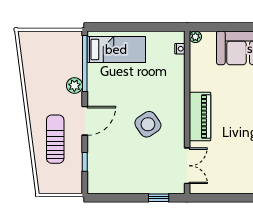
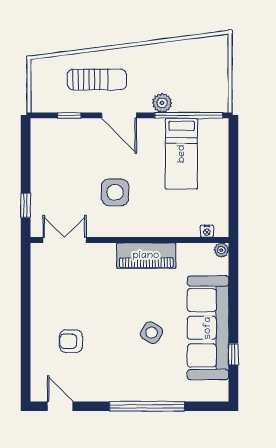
bed: (116, 49) -> (182, 154), moved
piano: (200, 116) -> (146, 256), moved
side table: (148, 124) -> (115, 192), turned 34
double door: (187, 166) -> (65, 240), swing flipped

